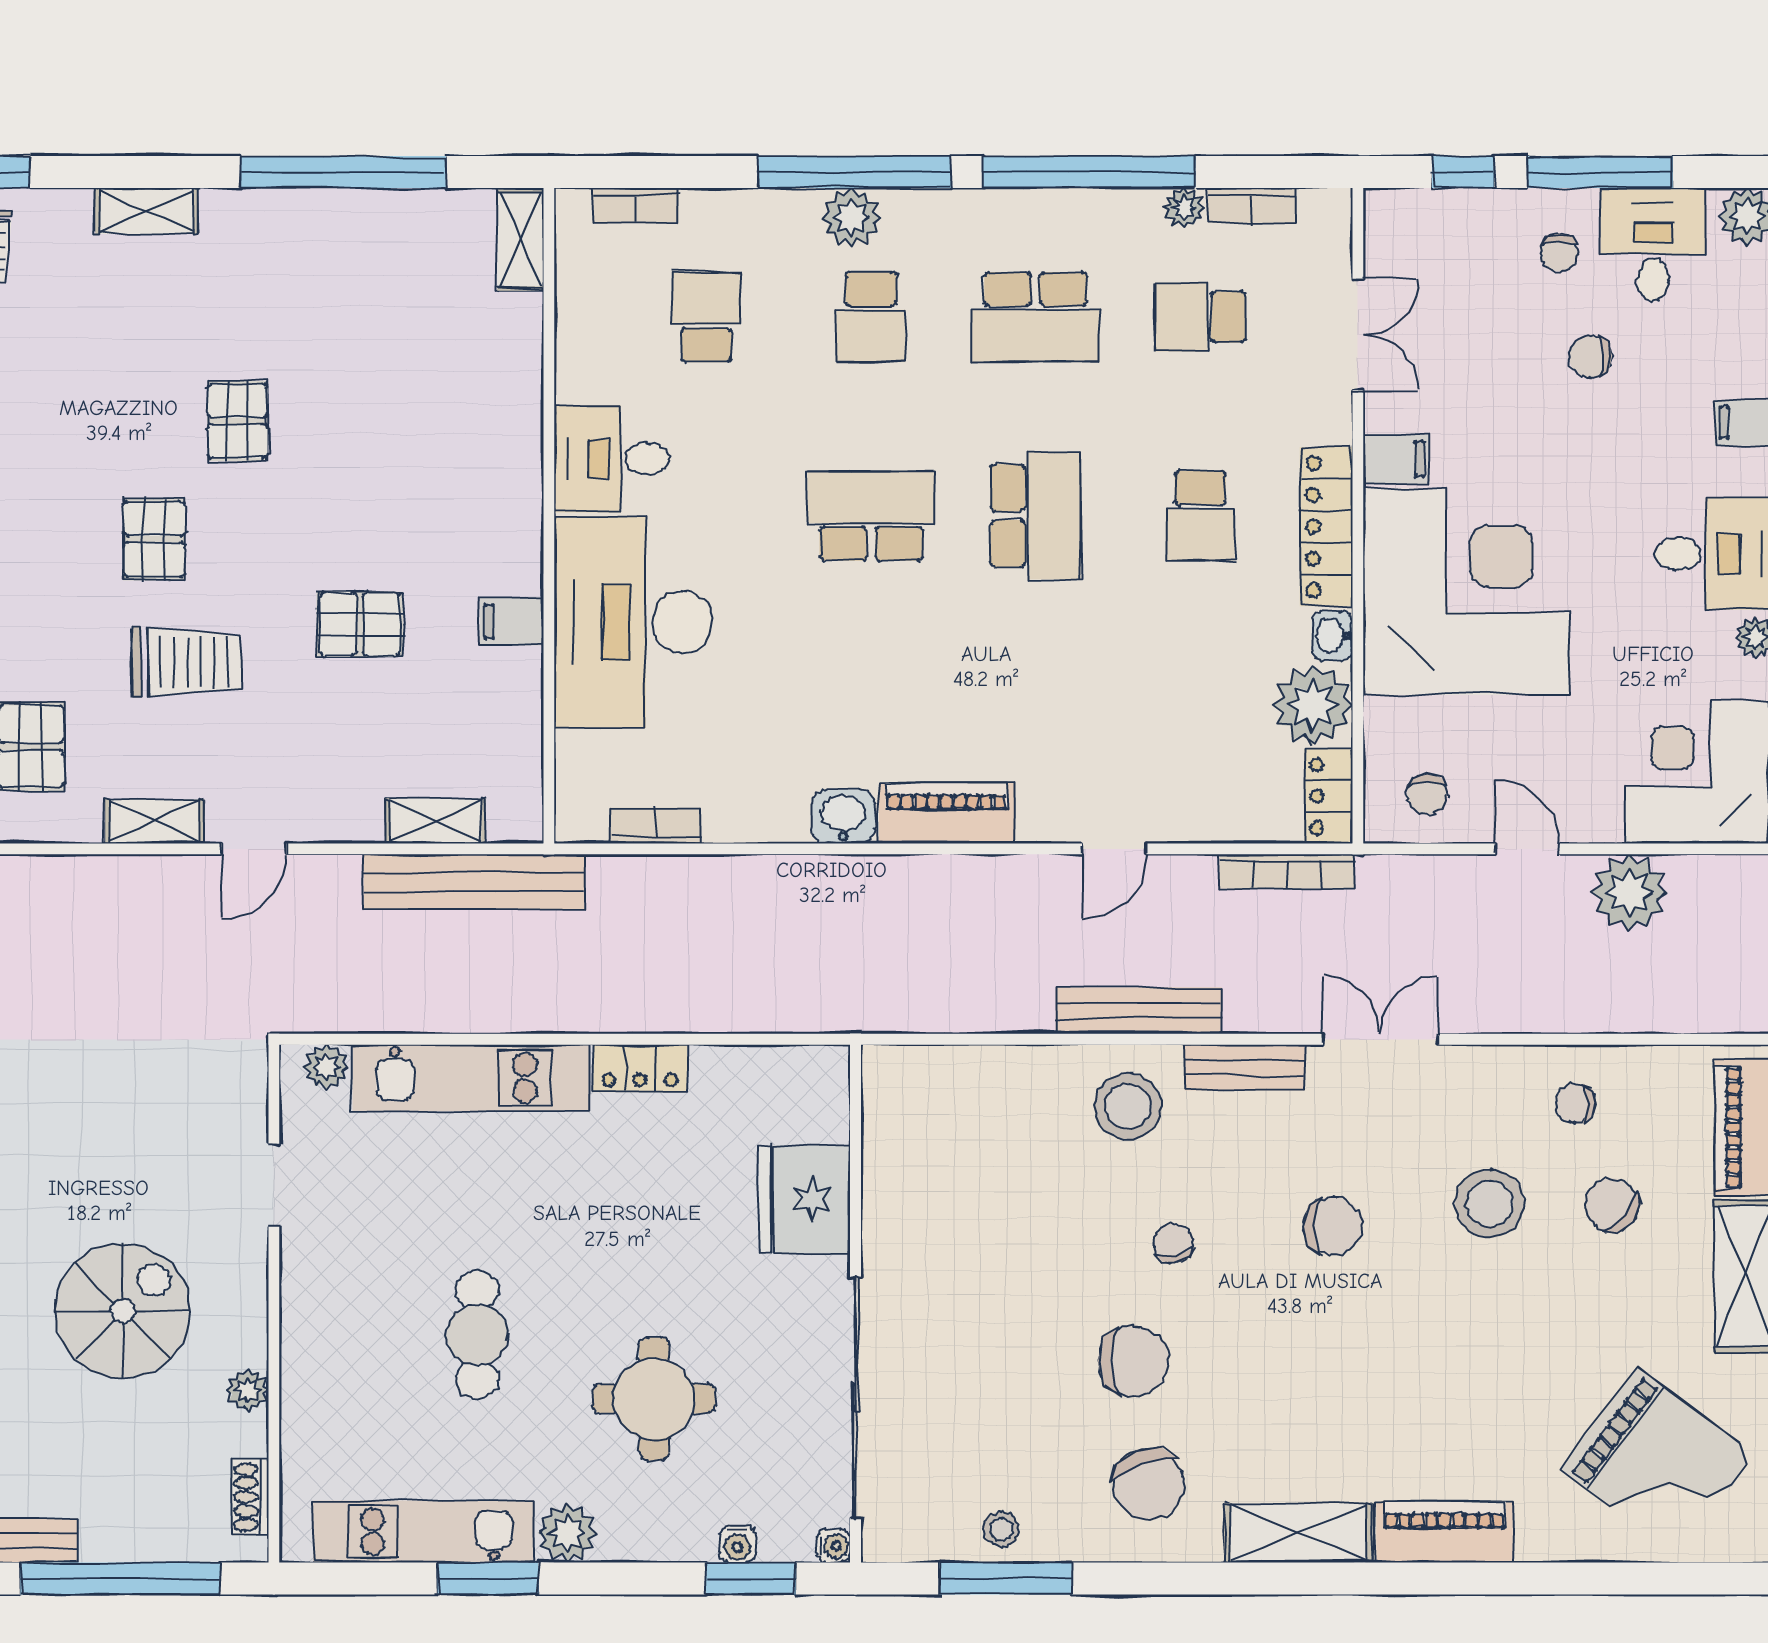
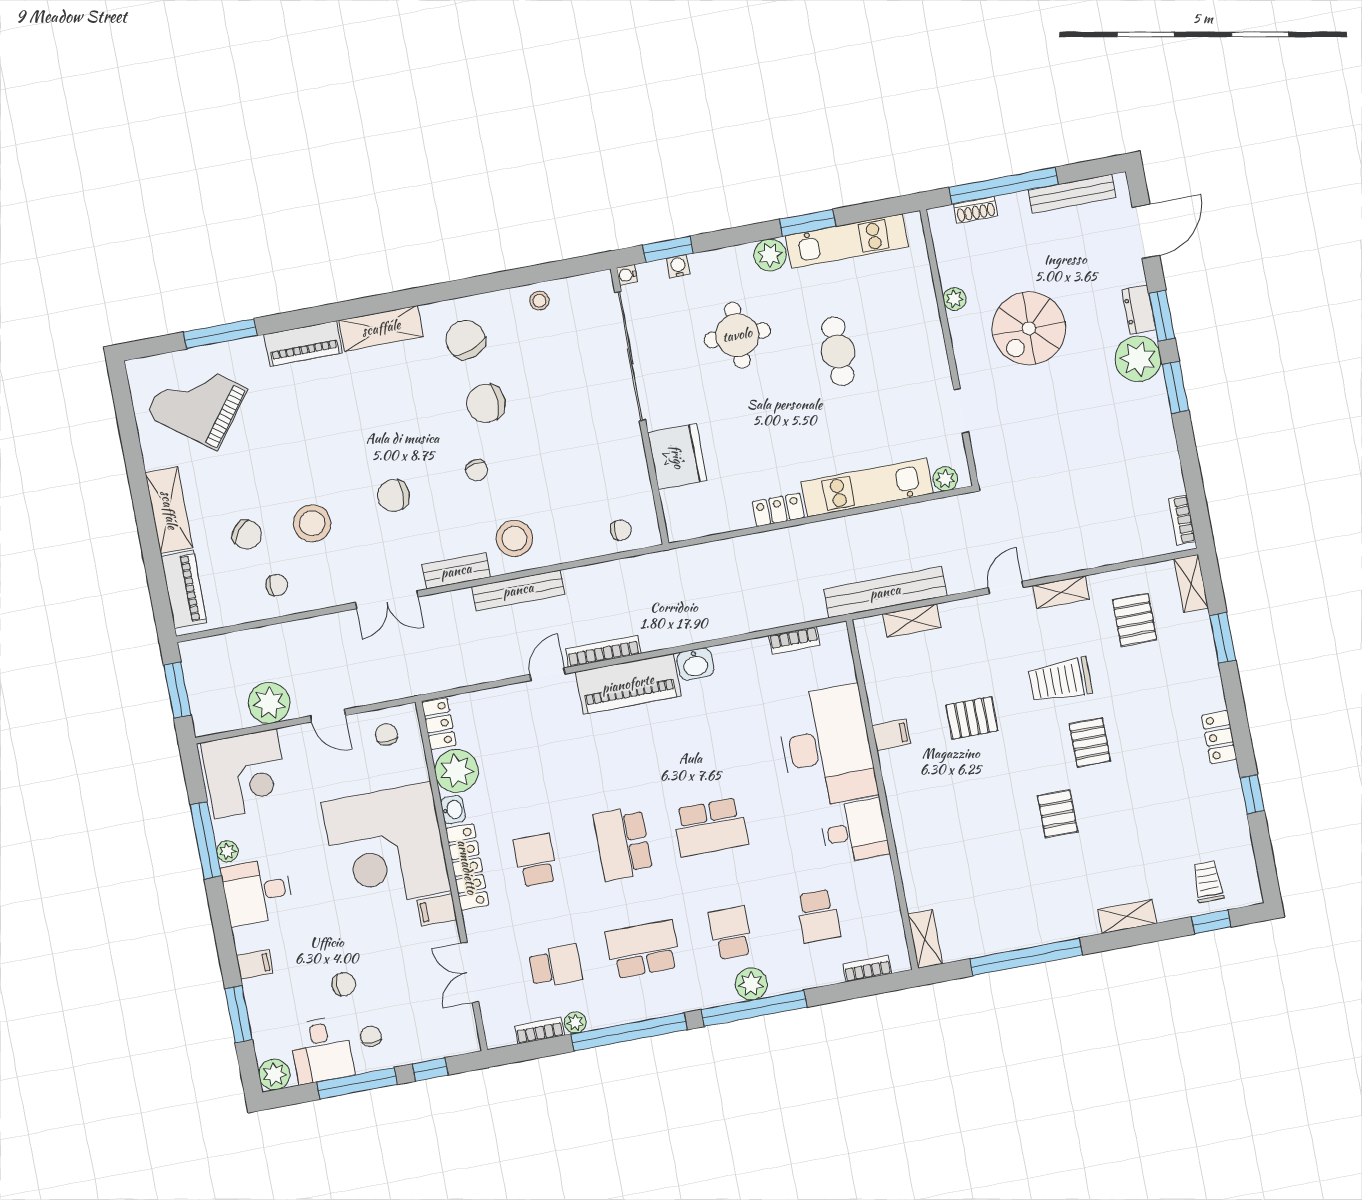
piano: (947, 813) -> (628, 684), width x1.37, depth x1.33
bookcase: (1287, 871) -> (603, 651), moved
chair: (932, 1085) -> (621, 530), added
shoe rack: (250, 1497) -> (975, 210), moved, turned 90
window: (1006, 1579) -> (220, 334), moved

